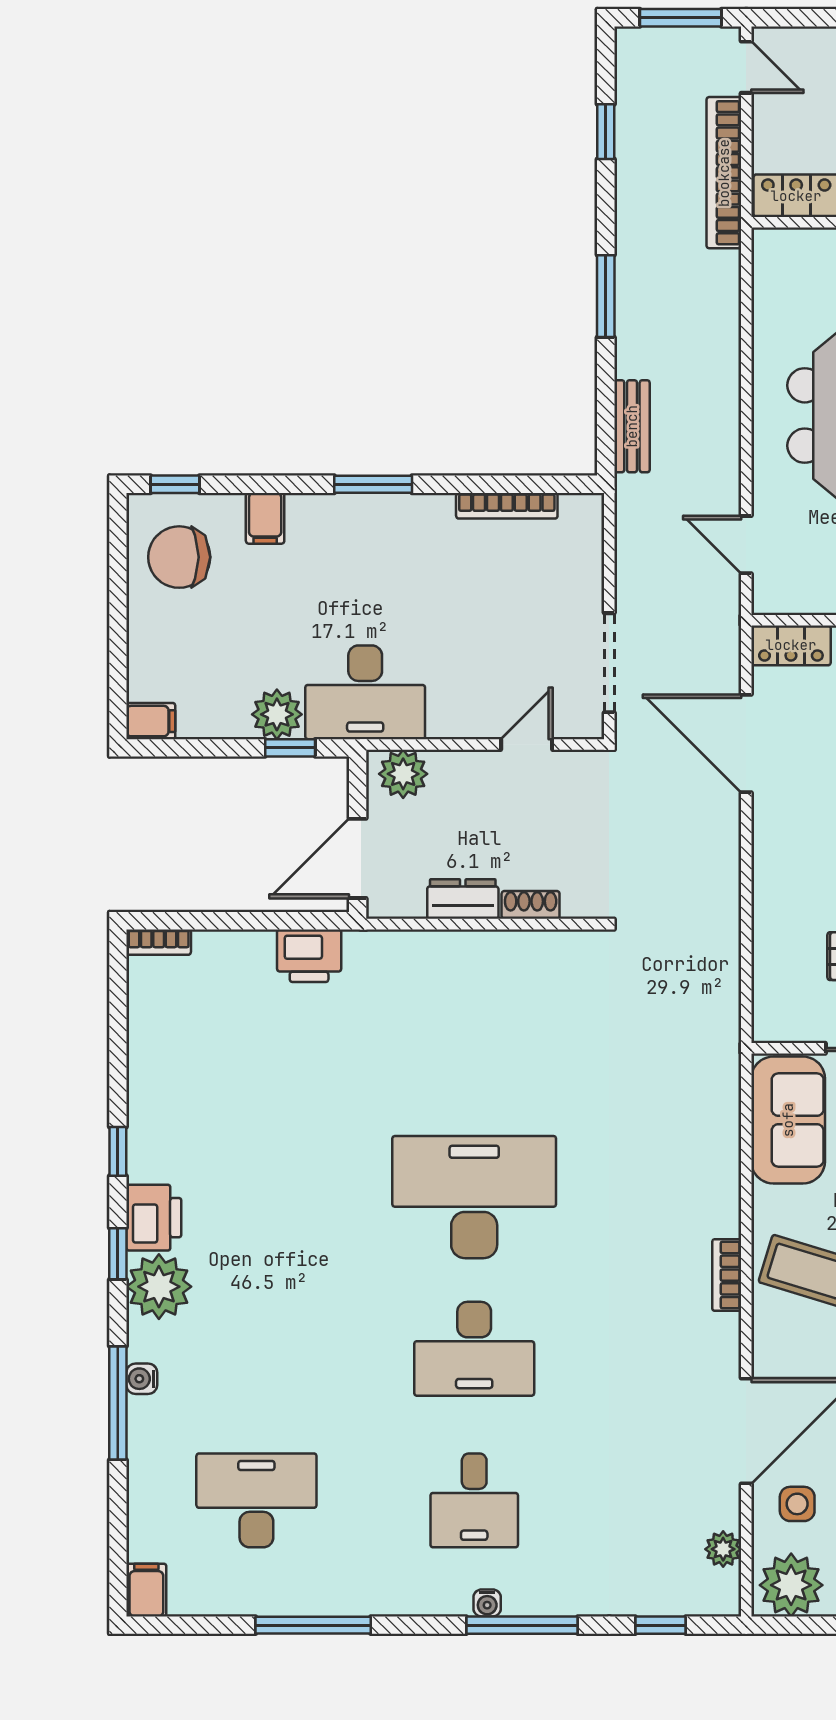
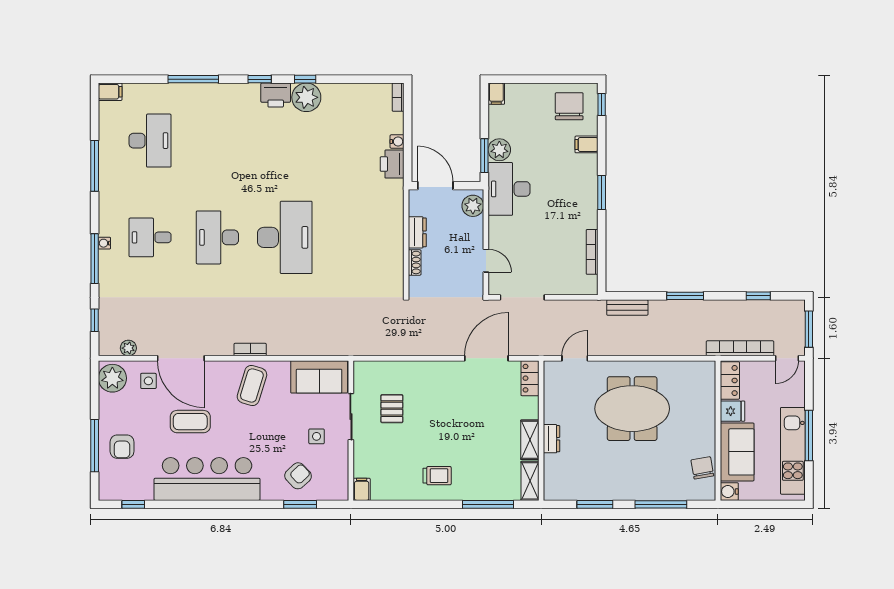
window: (290, 748) -> (484, 156), width x1.50
plant: (159, 1287) -> (306, 97), moved
water cooler: (142, 1379) -> (397, 142), moved, turned 90

